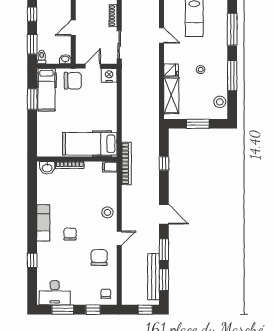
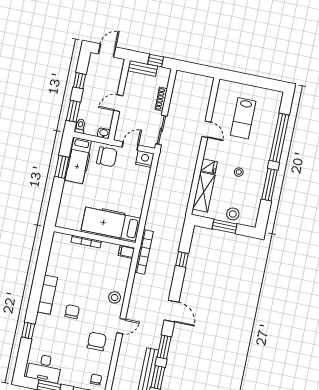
window: (232, 29) -> (279, 138), width x1.46
stool: (220, 102) -> (233, 214), moved
washbasin: (47, 168) -> (63, 240), removed

